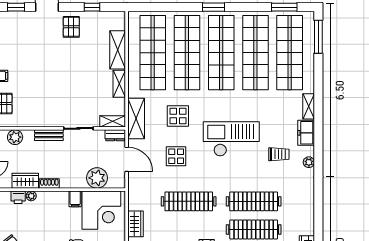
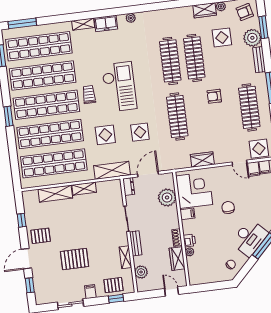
pallet: (40, 63) -> (75, 259), added
shelving: (113, 121) -> (125, 257), moved
checkout: (231, 139) -> (119, 87), turned 180
trolley: (279, 154) -> (89, 95), moved
printer: (18, 197) -> (189, 240), moved

